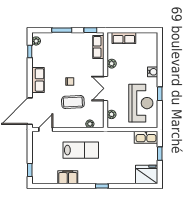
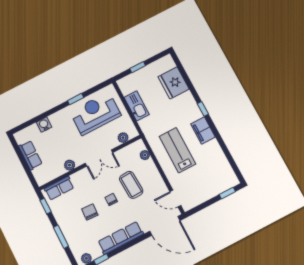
row of seats: (124, 38) -> (30, 155), moved
chair: (69, 61) -> (90, 212), added
water cooler: (153, 72) -> (44, 125), moved
row of seats: (38, 80) -> (121, 238), width x1.48
kitchen sink: (146, 137) -> (137, 106), moved
fridge: (147, 174) -> (174, 83), moved
filing cabinet: (68, 177) -> (203, 130), moved

